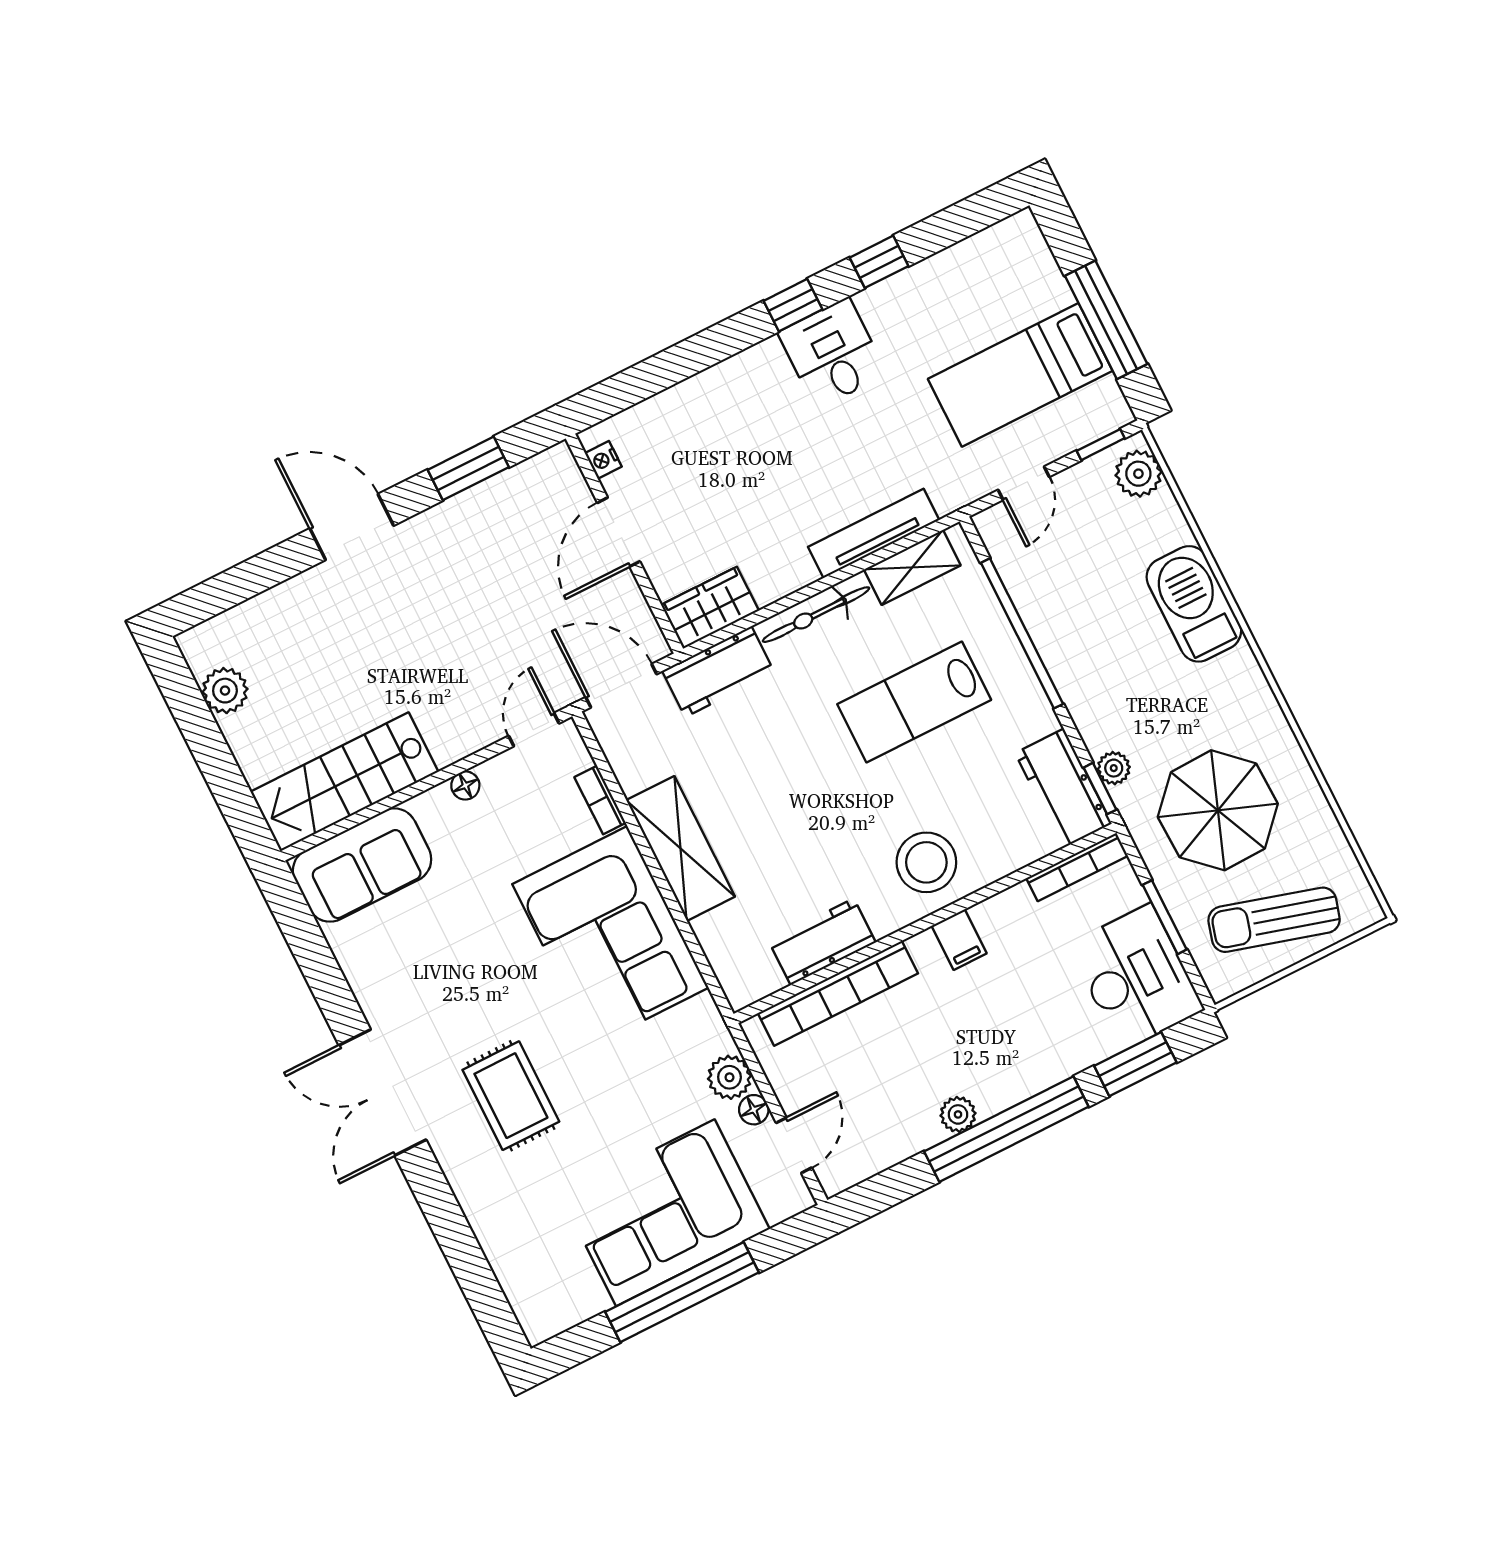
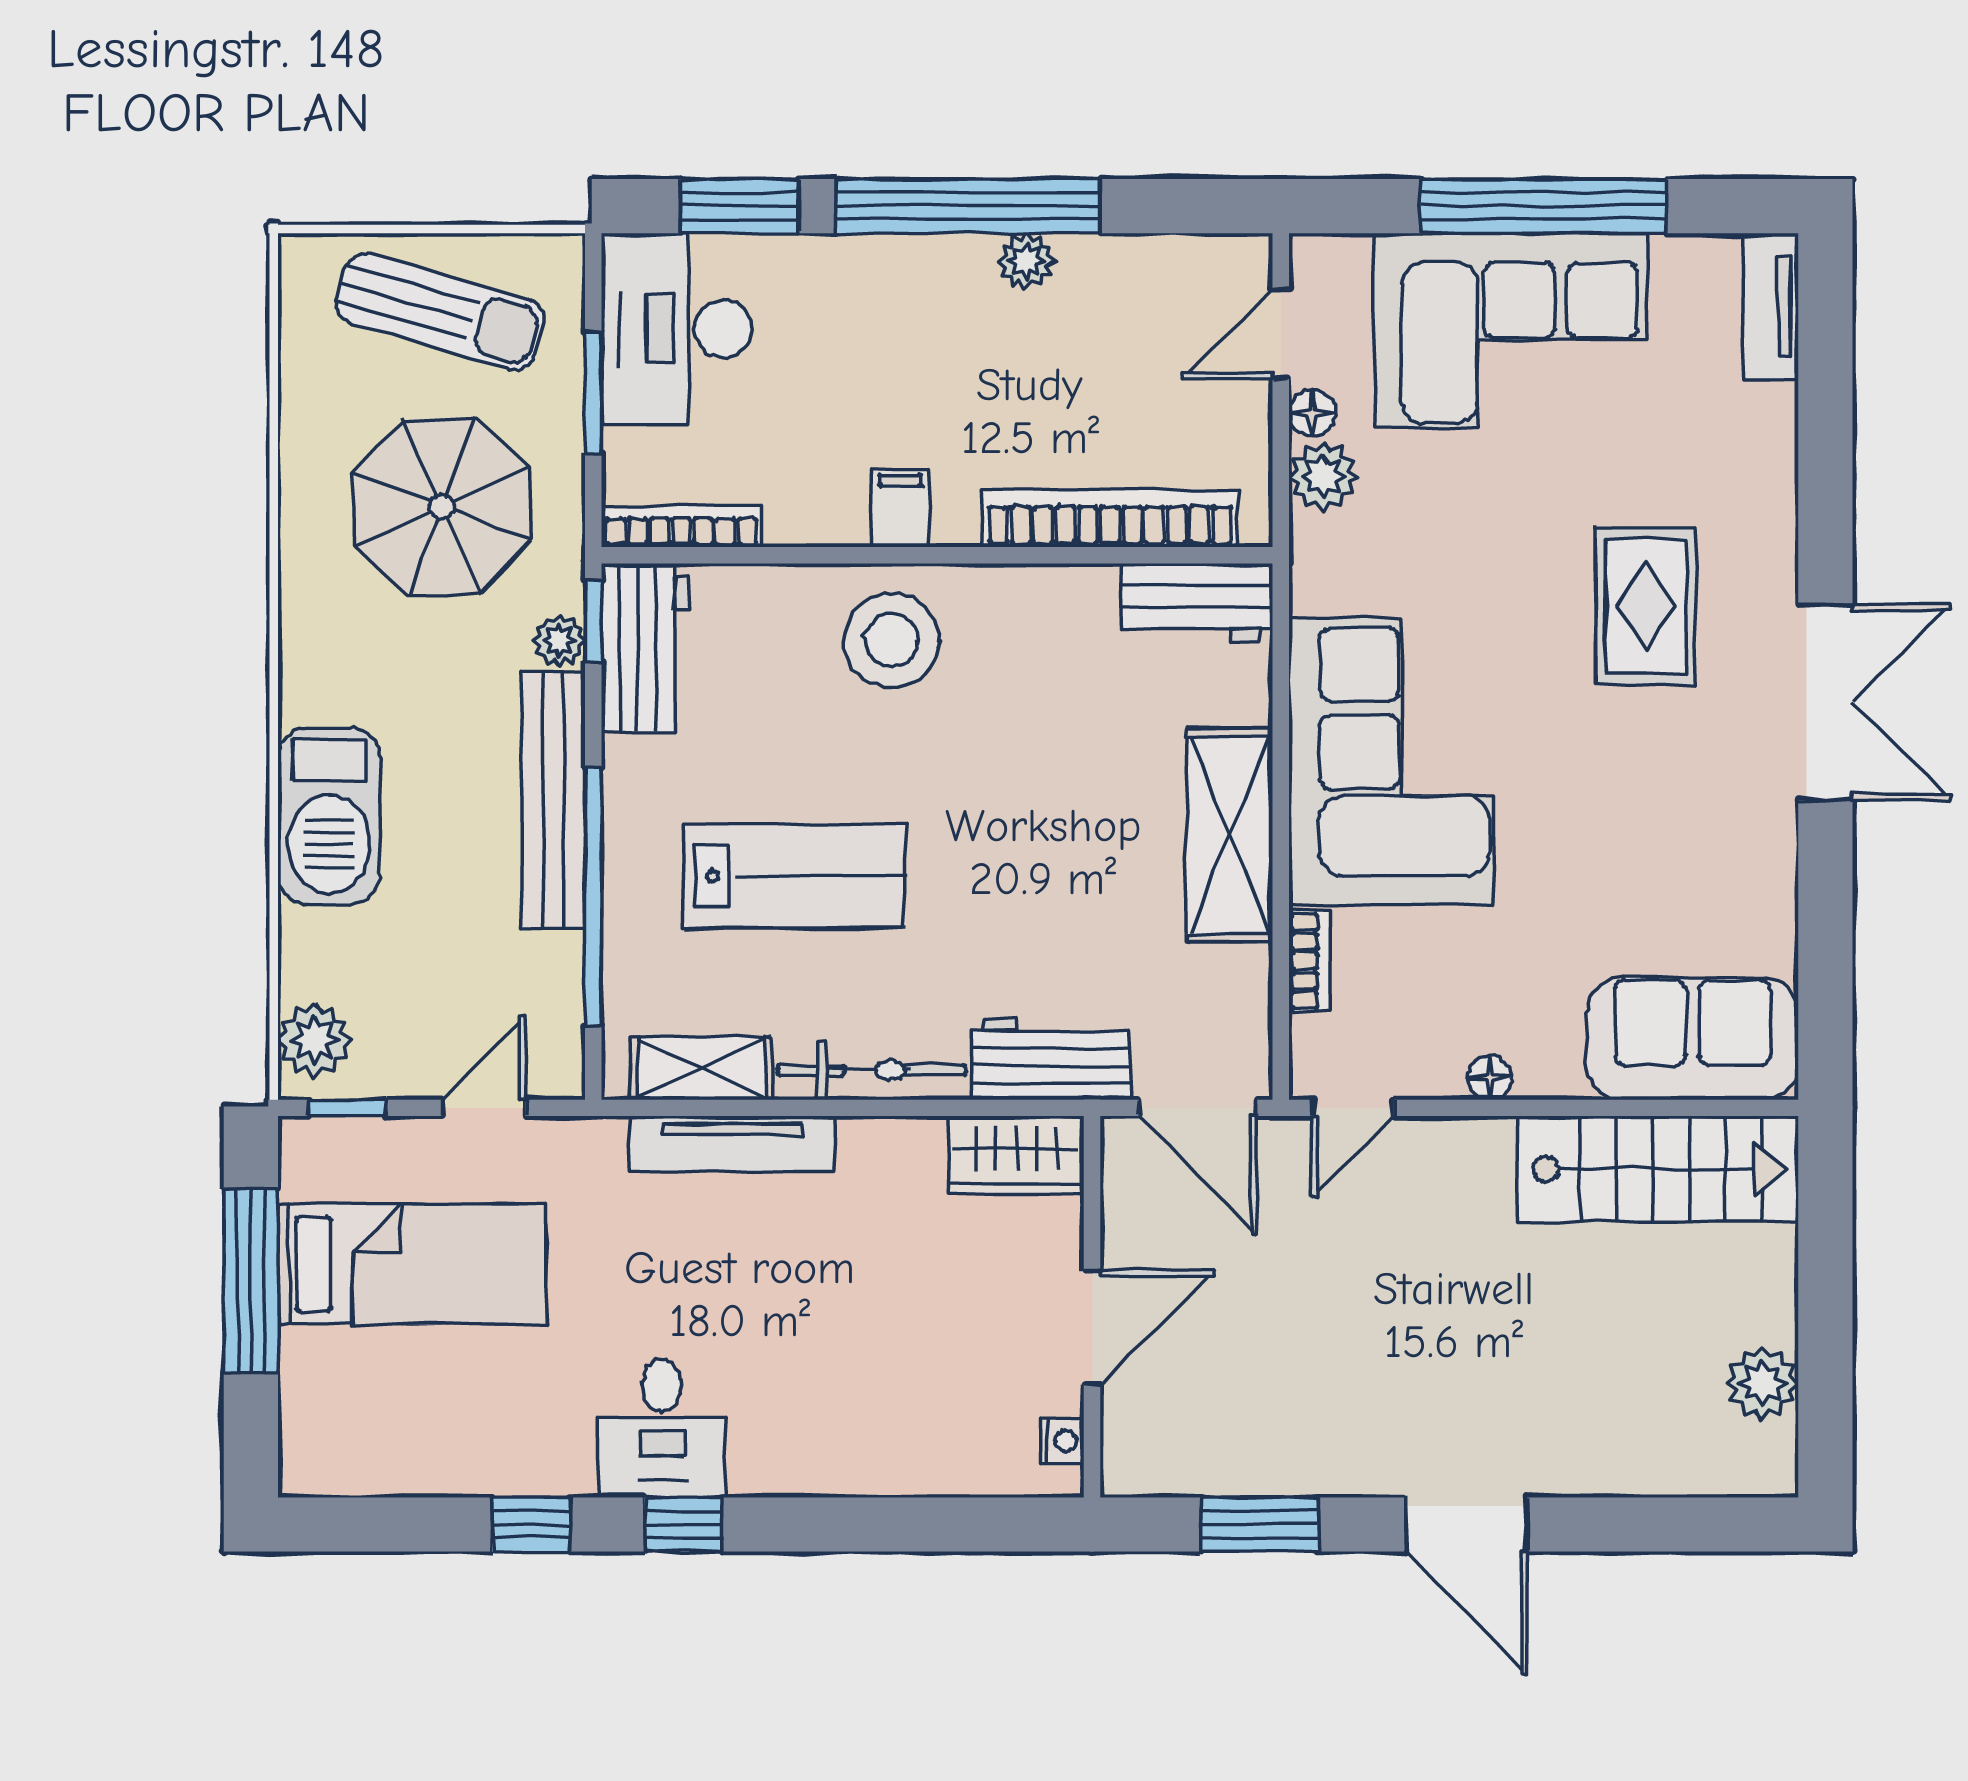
bench: (1072, 676) -> (553, 801), added
workbench: (822, 942) -> (1196, 602), moved
tv unit: (526, 1300) -> (1770, 306), added

